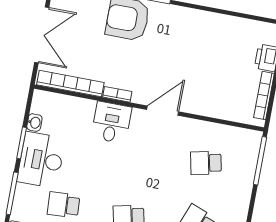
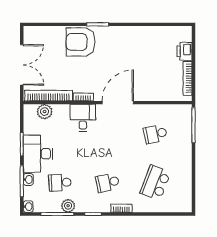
plant: (61, 104) -> (45, 112), added
door: (163, 111) -> (118, 103), width x1.36
washbasin: (34, 123) -> (28, 179), moved

